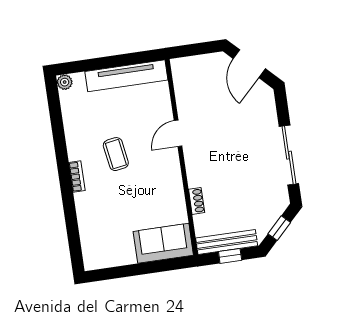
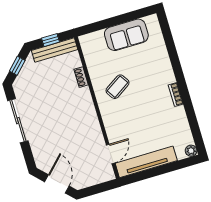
door: (178, 133) -> (111, 154), moved
coffee table: (116, 154) -> (117, 87), moved, turned 66
bookcase: (77, 177) -> (176, 94), moved
sofa: (163, 243) -> (126, 35), moved

